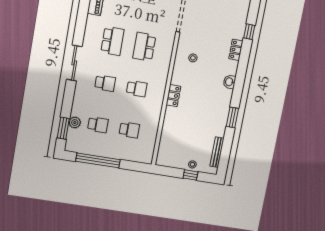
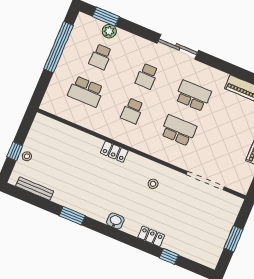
school desk: (112, 41) -> (193, 96), turned 180
school desk: (129, 130) -> (86, 91), width x1.85

